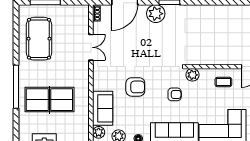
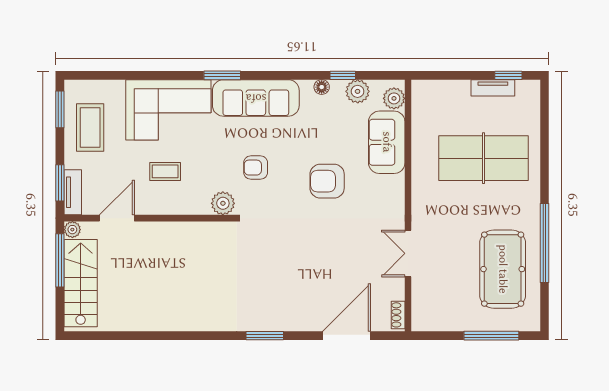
plant: (156, 14) -> (290, 315), removed
coffee table: (223, 82) -> (165, 171), moved
window: (16, 87) -> (544, 243), moved

